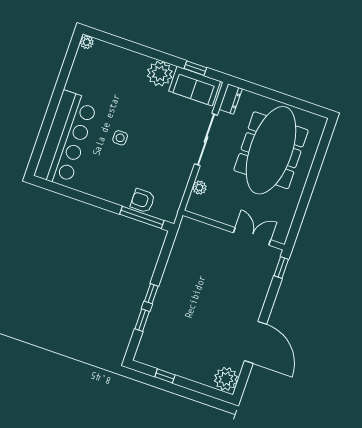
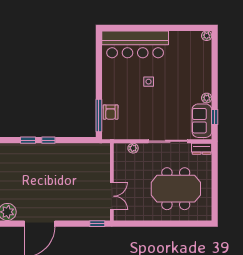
plant: (160, 74) -> (207, 98), width x0.53, depth x0.53
meeting table: (271, 150) -> (176, 189), width x0.73
armchair: (143, 201) -> (111, 112), turned 180

